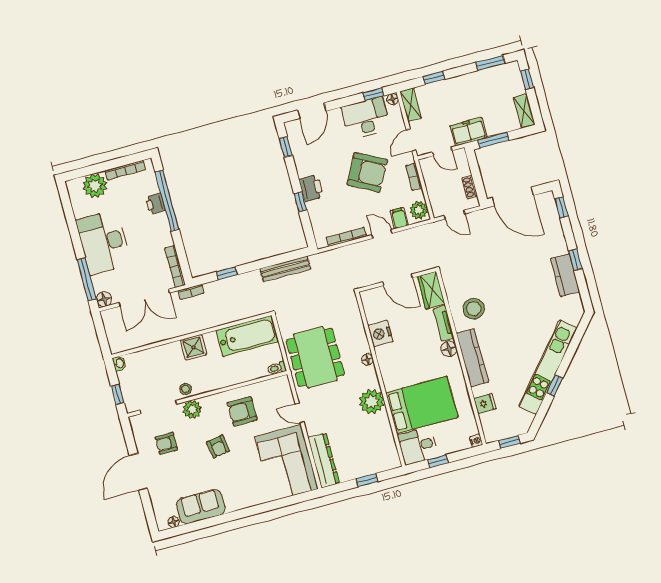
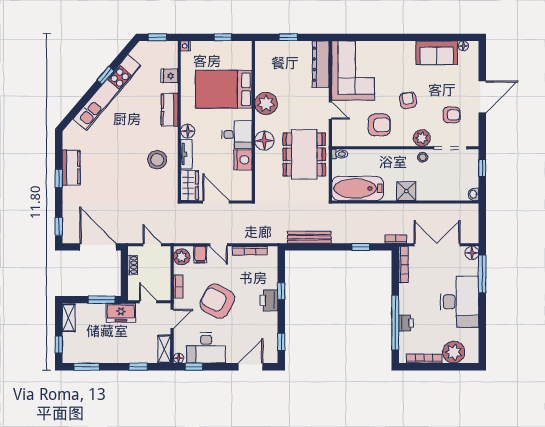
kitchen counter: (472, 358) -> (170, 110), width x0.67
floor lamp: (368, 359) -> (264, 141), width x1.89, depth x1.89
desk: (418, 446) -> (237, 135), moved

